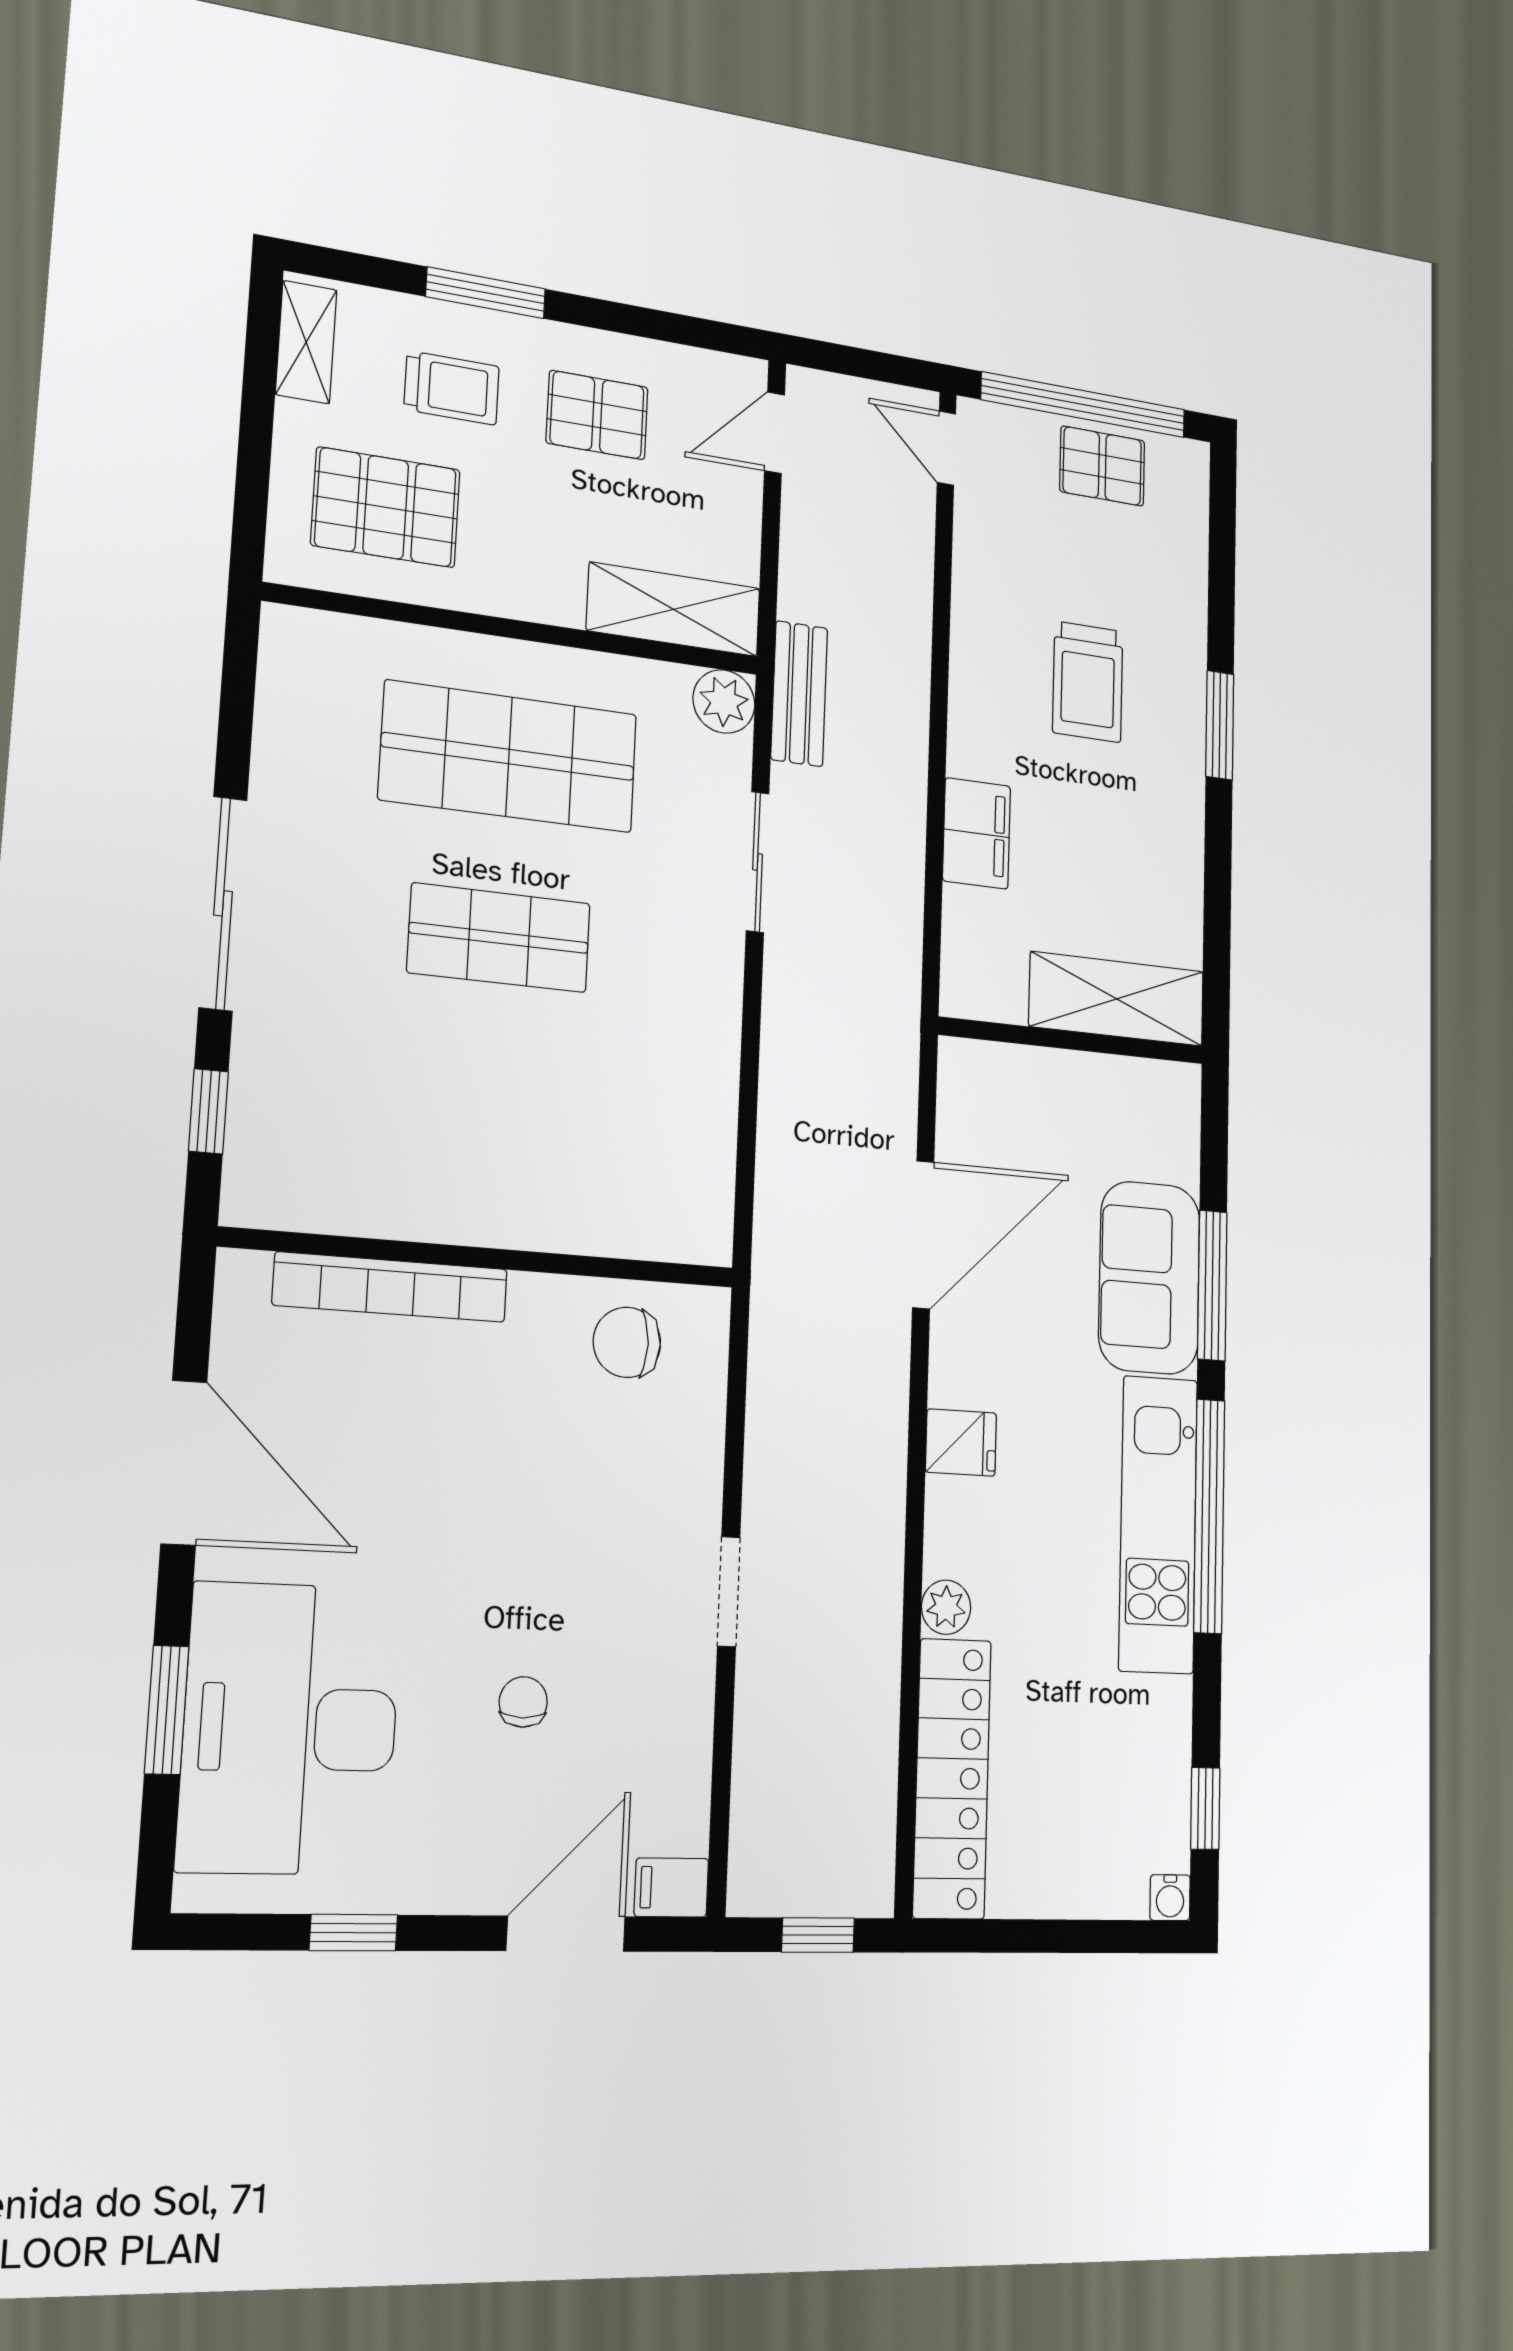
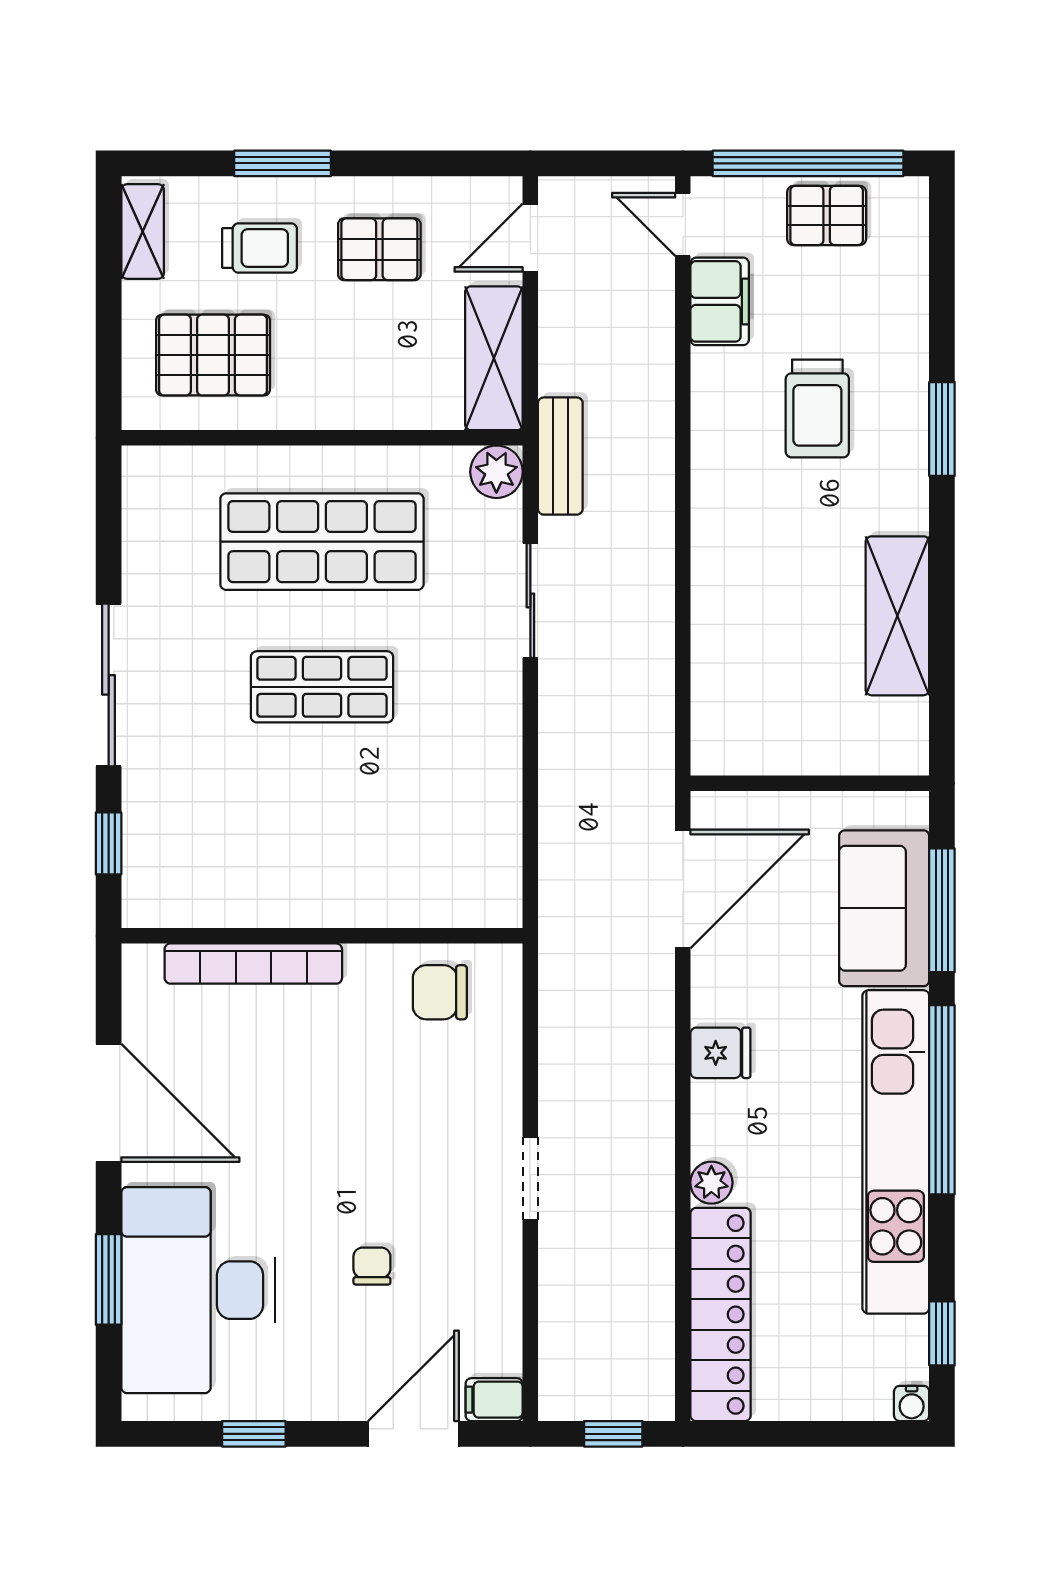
shelving: (674, 609) -> (494, 358), moved, turned 90
filing cabinet: (977, 833) -> (720, 301), moved
shelving: (1117, 999) -> (897, 616), moved, turned 90
wall: (1072, 1041) -> (810, 783), moved
kitchen unit: (1158, 1524) -> (896, 1152), width x1.36

